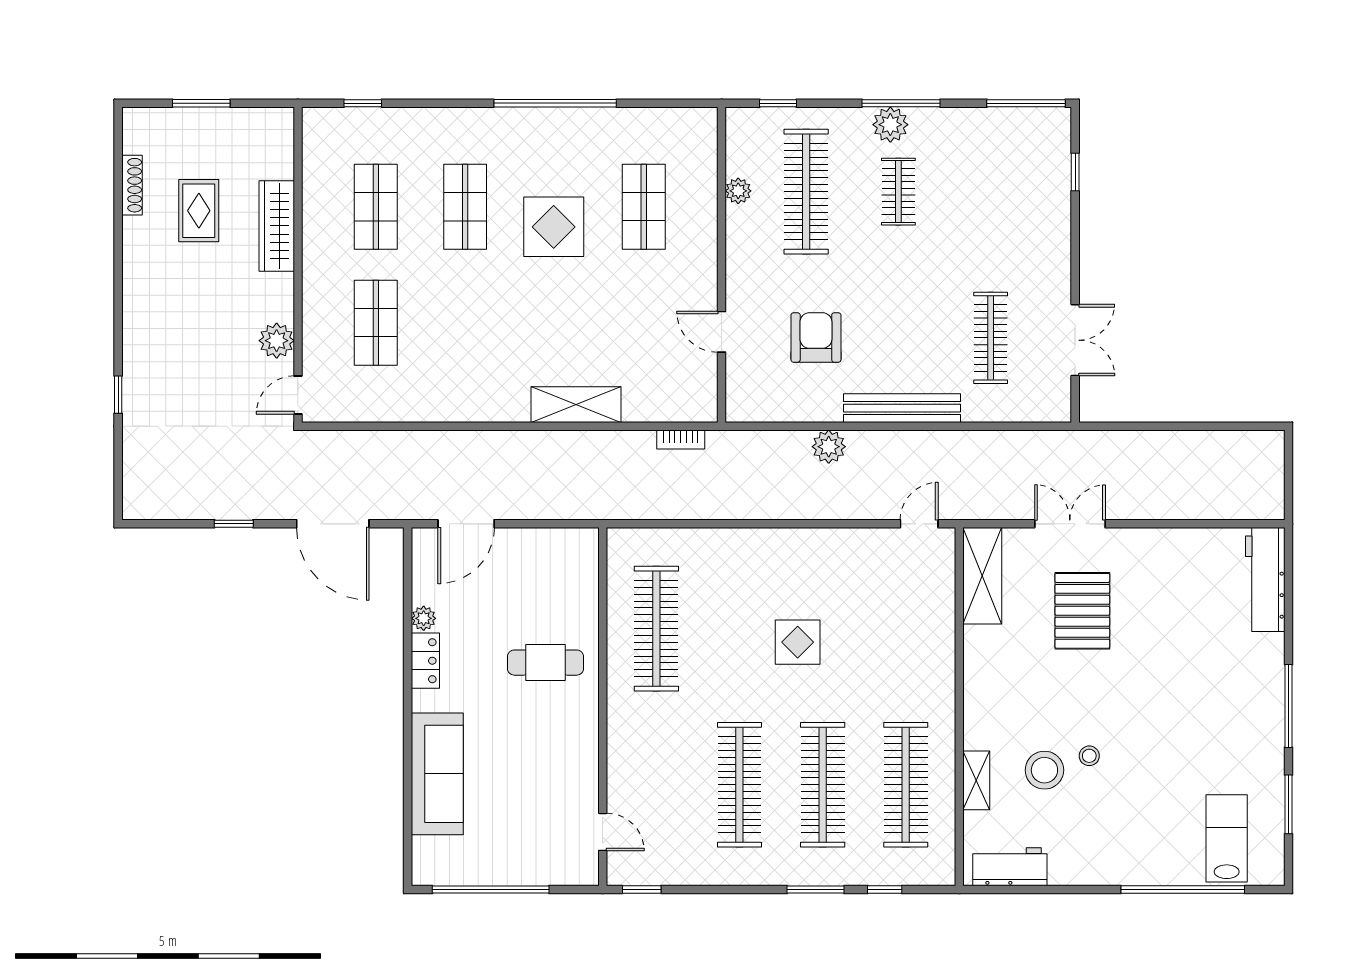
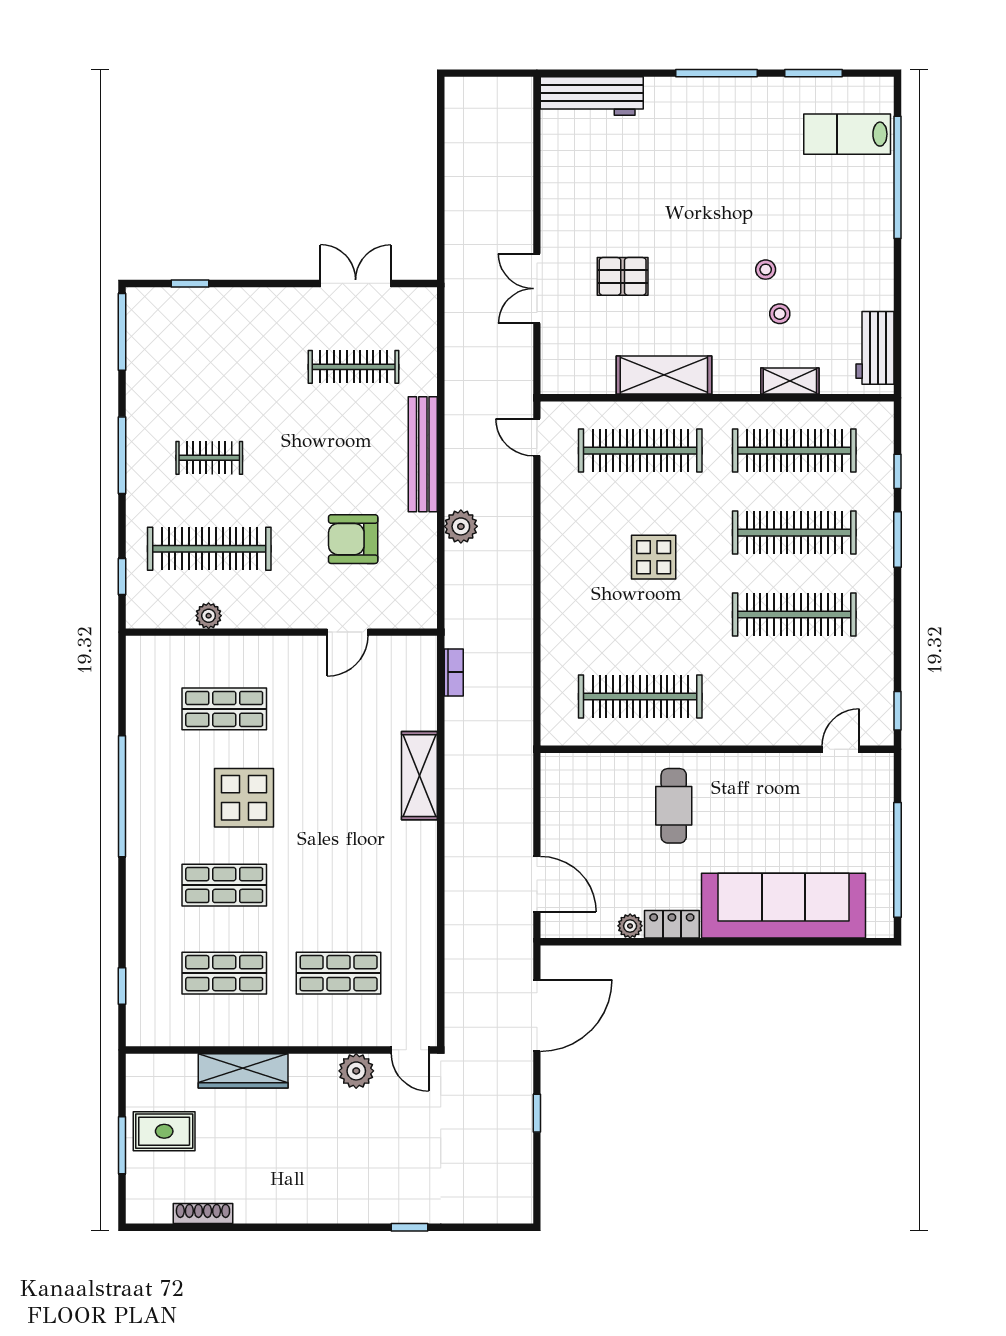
plant: (890, 125) -> (143, 466), removed
rug: (199, 211) -> (164, 1131), moved
shelving: (982, 576) -> (664, 375), moved
pallet: (1082, 611) -> (623, 276), width x0.67, depth x0.71
clothes rail: (906, 629) -> (640, 451), added
stool: (1044, 770) -> (780, 314), width x0.53, depth x0.53
sofa: (437, 774) -> (784, 906), width x1.36, depth x1.27

